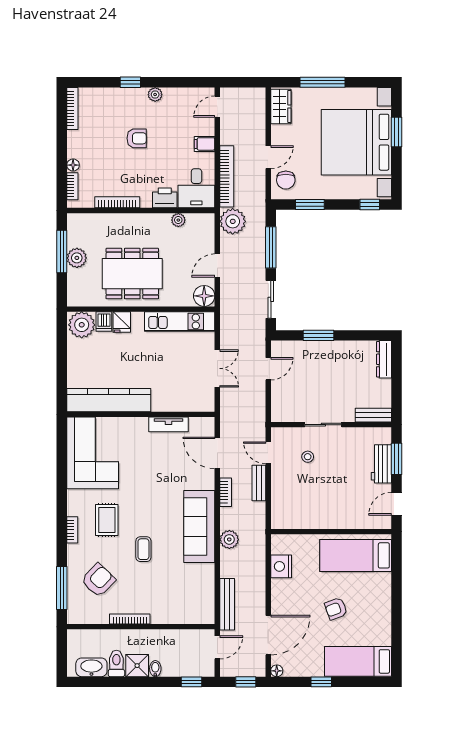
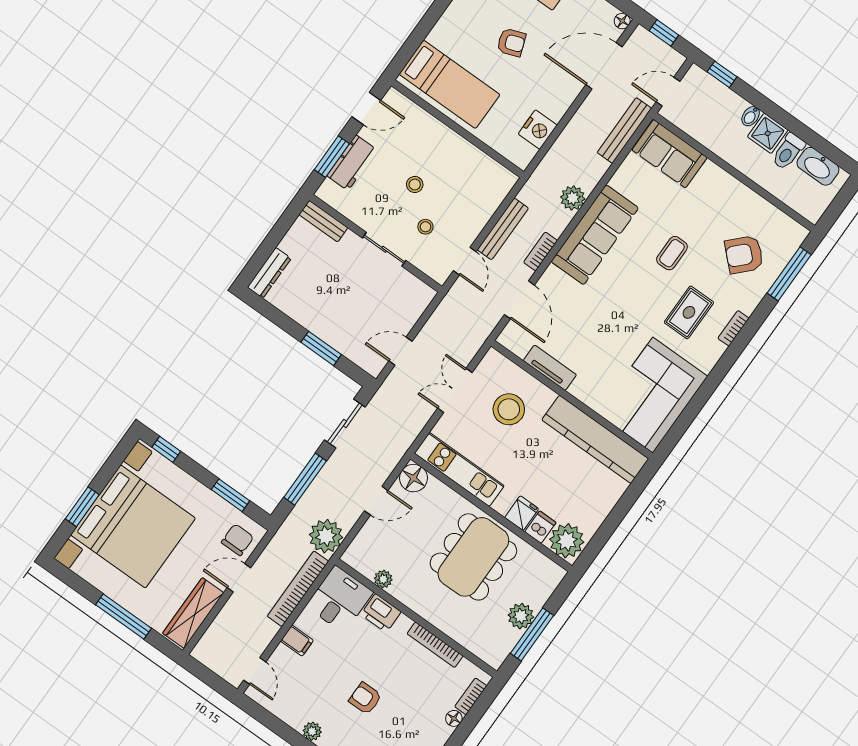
wardrobe: (281, 106) -> (193, 613), width x1.50
door: (217, 107) -> (255, 671), hinge flipped
dining table: (132, 274) -> (473, 557), turned 90
stool: (176, 381) -> (509, 409), added
stool: (333, 478) -> (415, 184), added
bench: (259, 483) -> (503, 229), width x1.36
sofa: (189, 610) -> (670, 154), added
bookcase: (130, 619) -> (740, 189), removed

